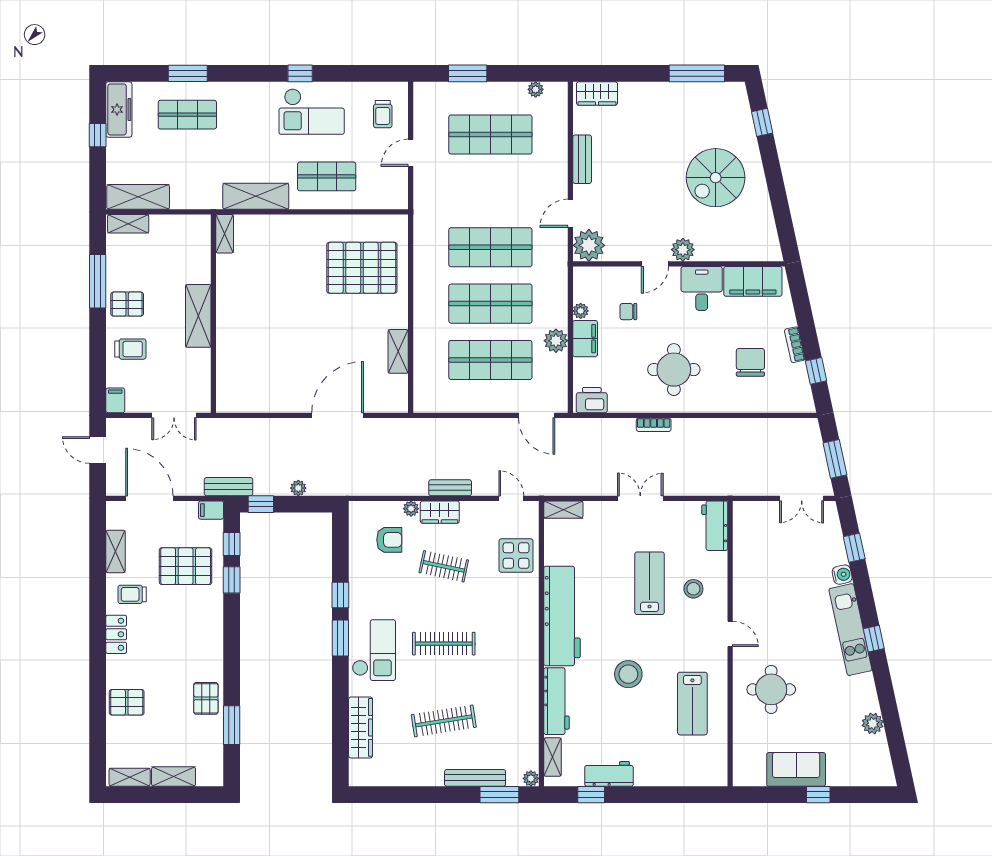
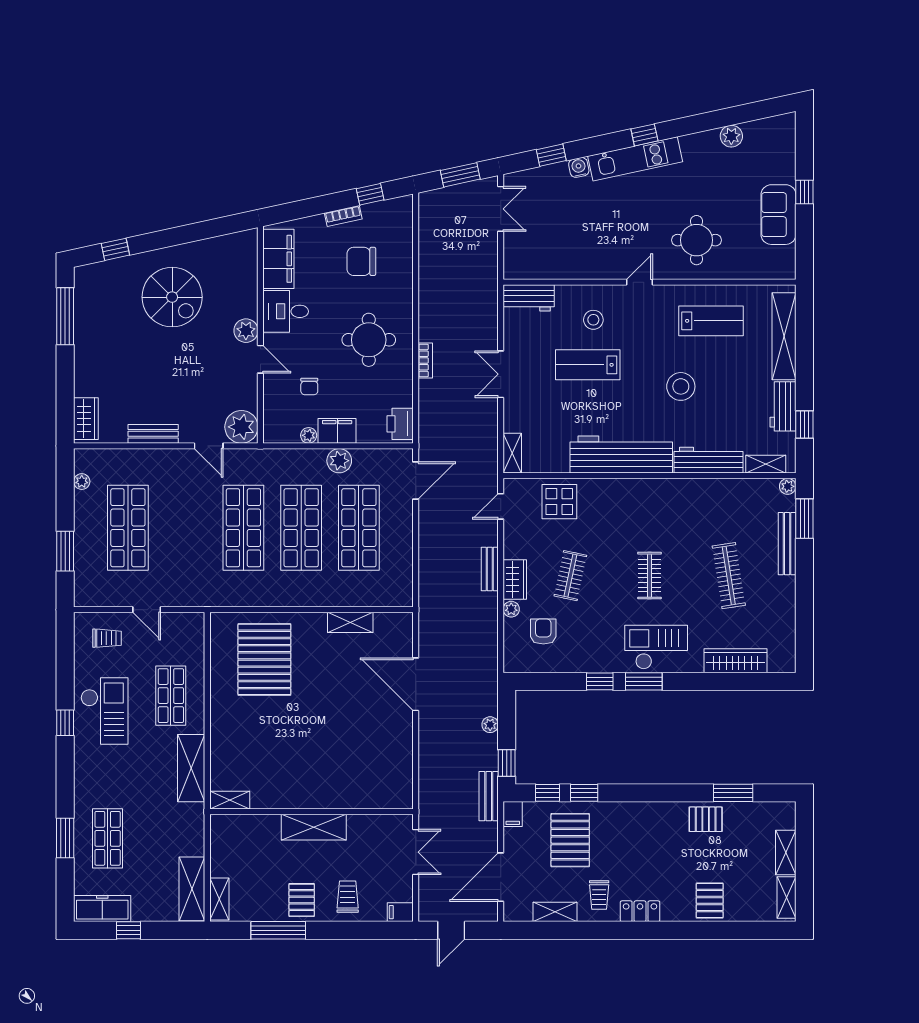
clothes rail: (444, 644) -> (650, 576), width x0.73
shelving: (677, 775) -> (784, 336), added

